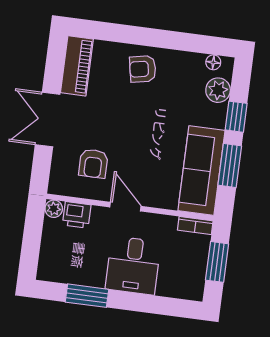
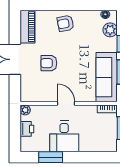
armchair: (93, 164) -> (49, 63), moved, turned 90
printer: (77, 215) -> (27, 129), moved, turned -90
desk: (133, 265) -> (64, 136), moved

